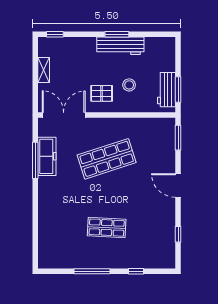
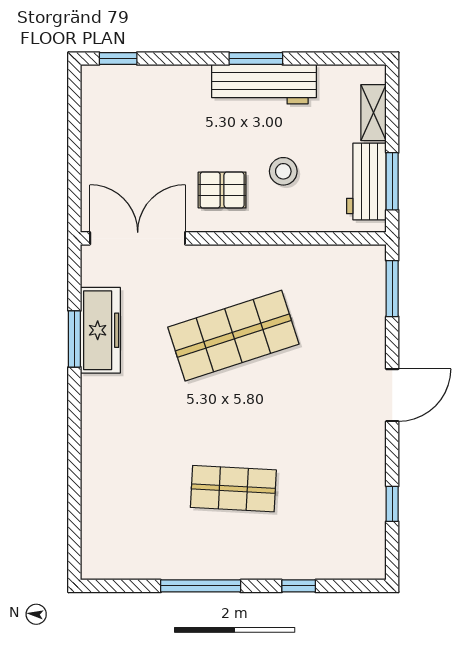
shelving: (44, 70) -> (374, 113), moved
window: (35, 160) -> (74, 339), width x0.69
door: (178, 185) -> (392, 395), swing flipped

